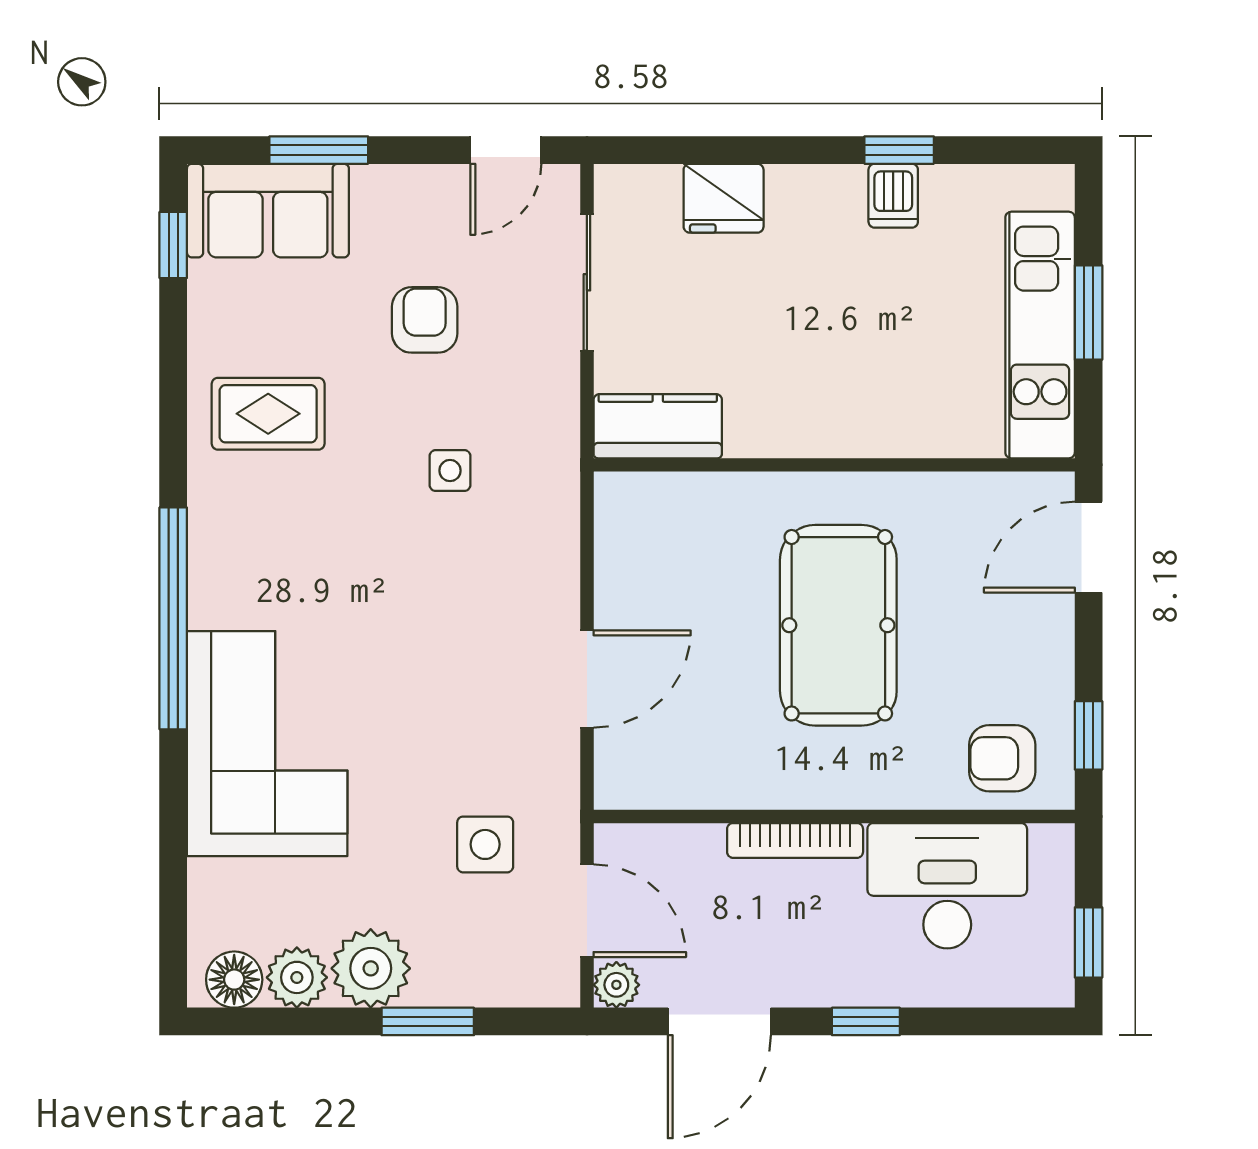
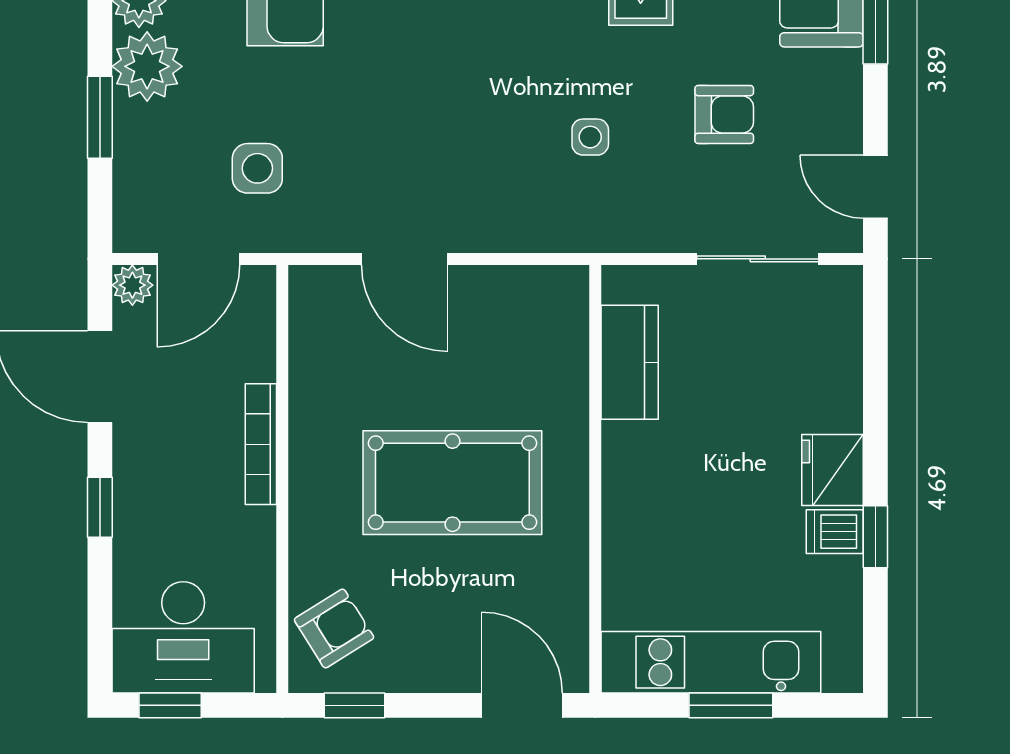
fridge: (724, 198) -> (833, 470), moved
kitchen counter: (658, 426) -> (630, 362), moved
armchair: (1002, 758) -> (334, 629), turned 58
desk: (947, 886) -> (183, 637), moved, turned 90

